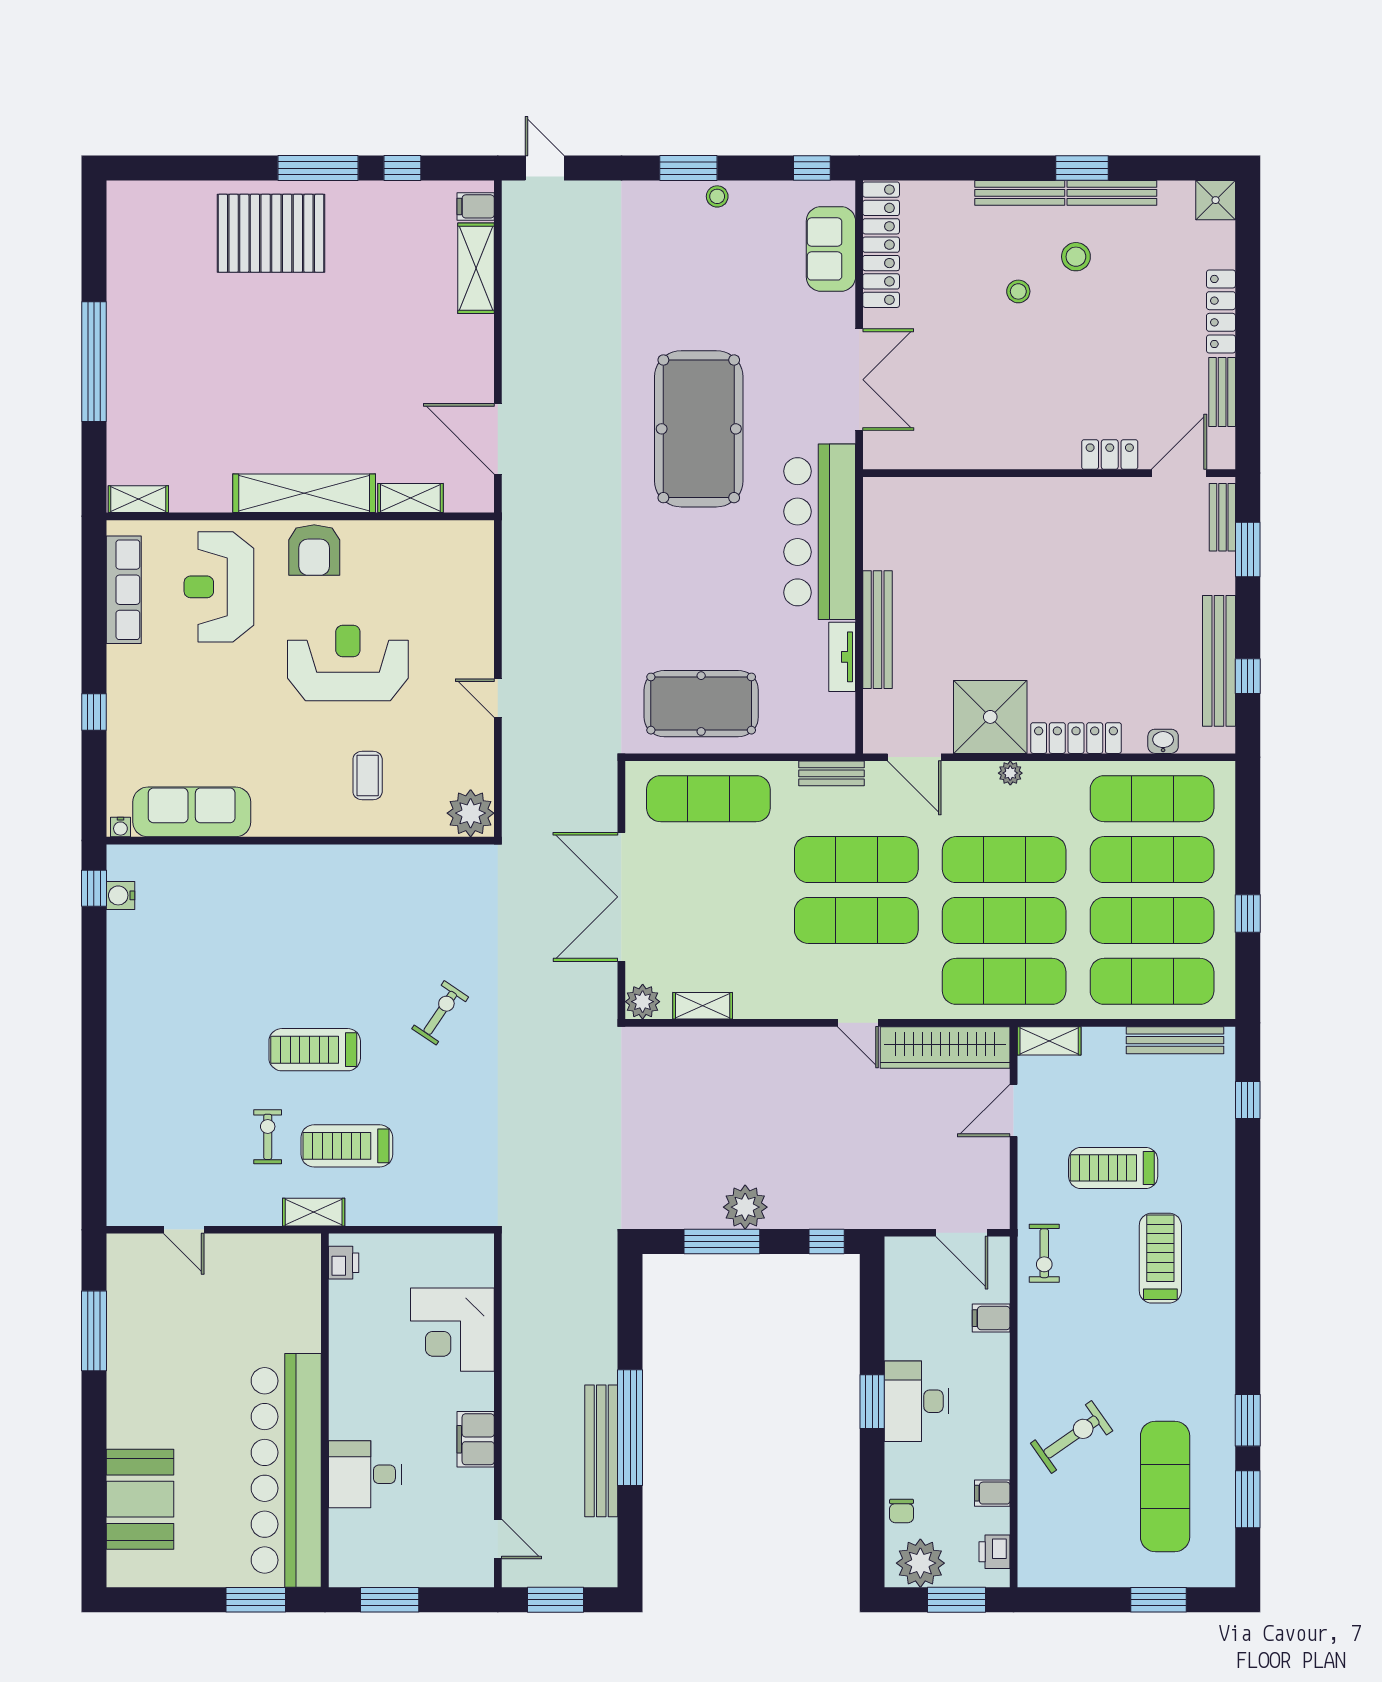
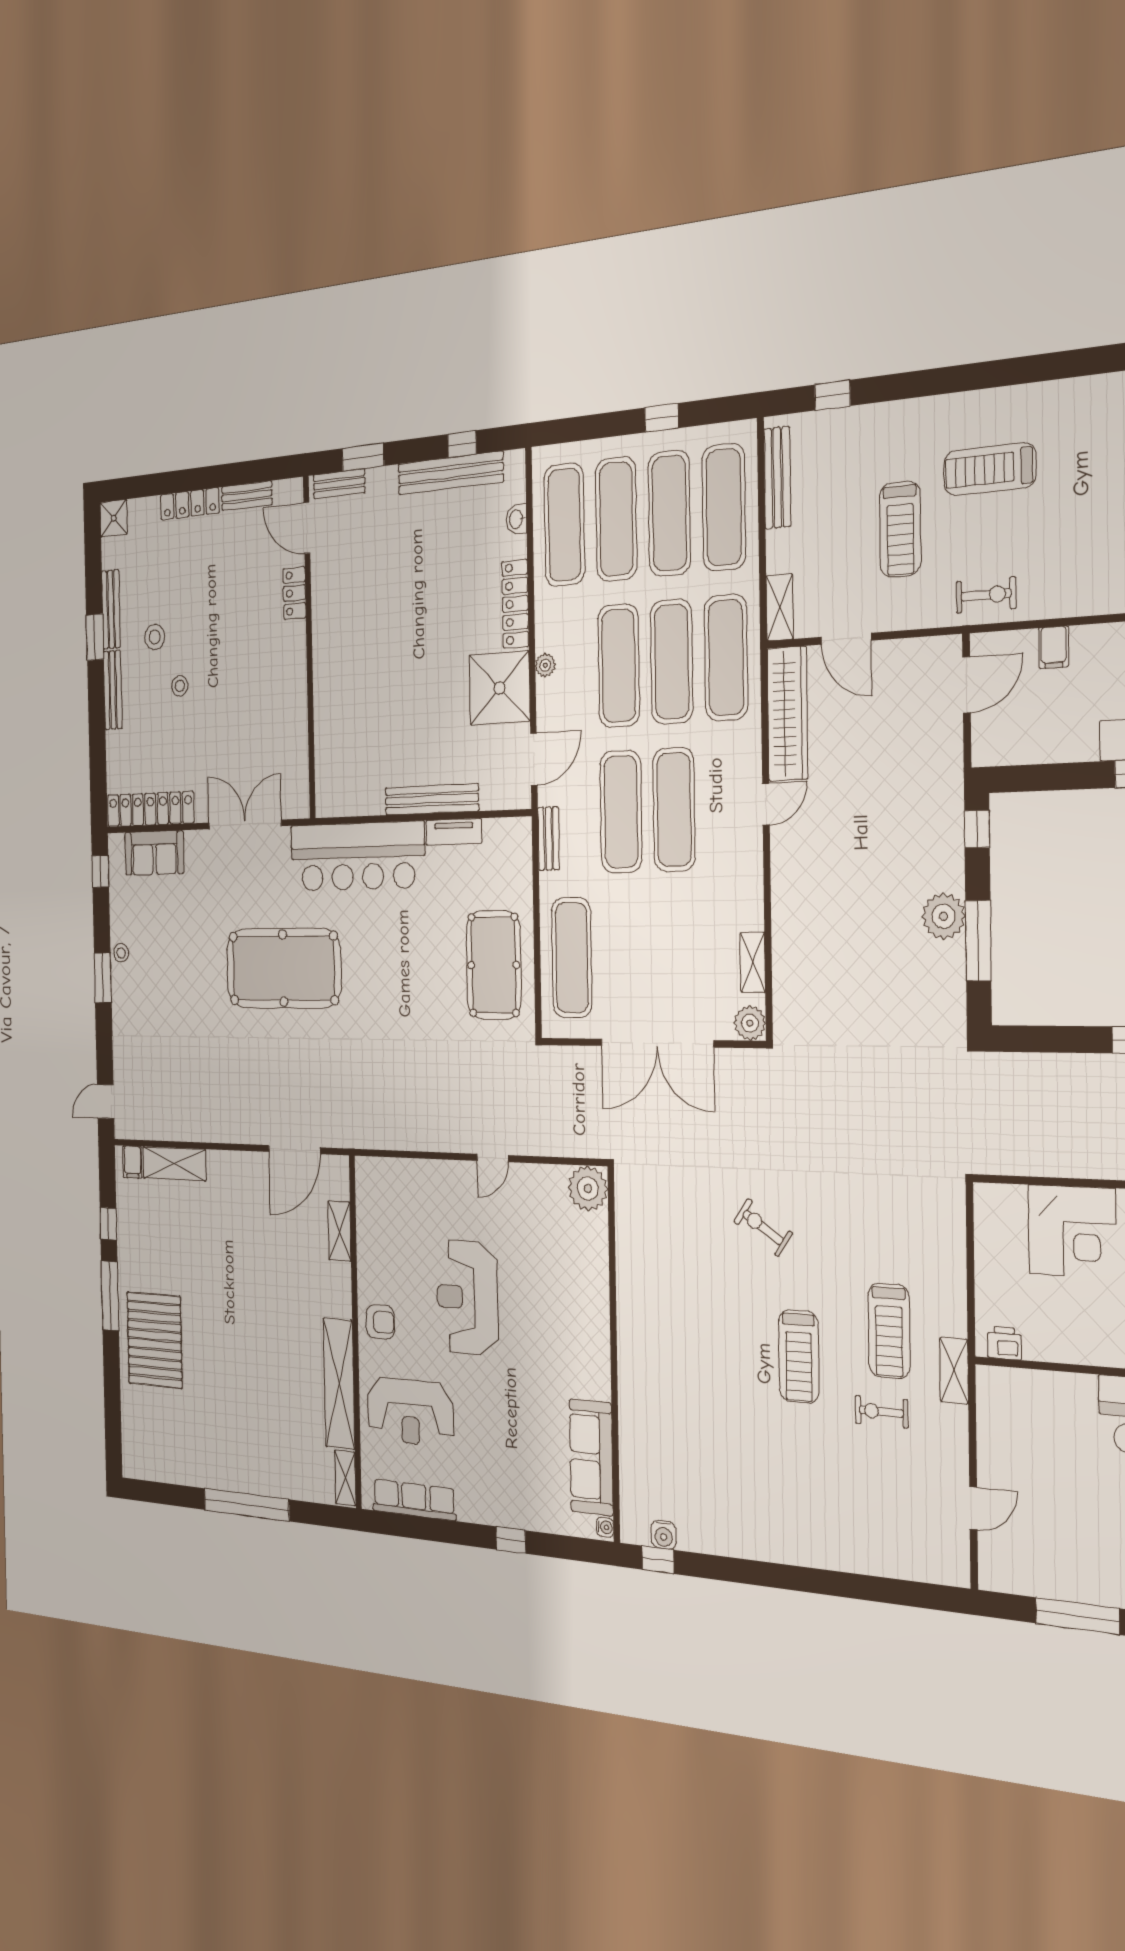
shelving: (304, 493) -> (339, 1384), moved
armchair: (314, 550) -> (380, 1322), width x0.72, depth x0.72
coffee table: (368, 775) -> (558, 1286), removed

